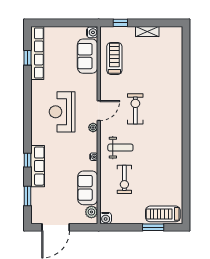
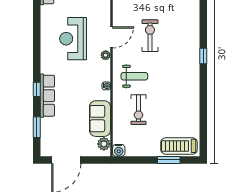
window: (186, 128) -> (203, 56), added

